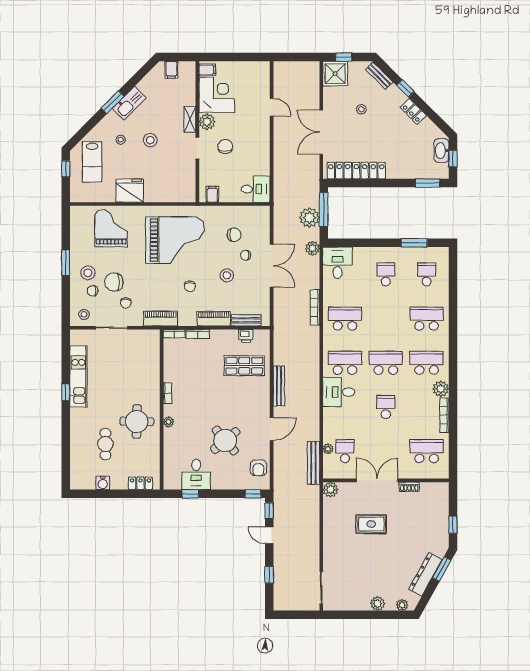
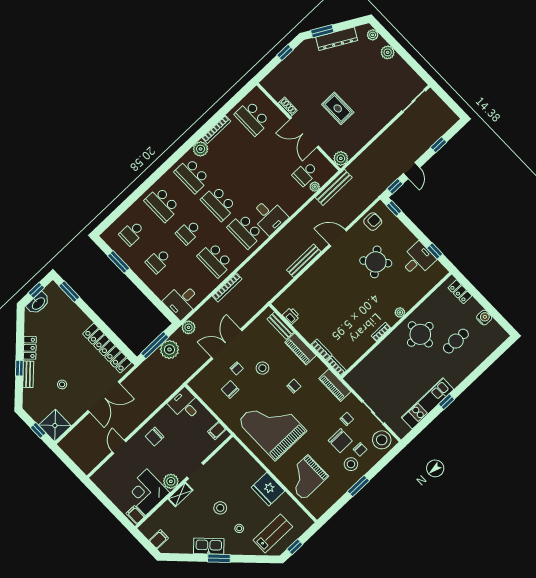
bench: (379, 76) -> (28, 374), moved
chair: (225, 146) -> (155, 437), moved
stool: (84, 314) -> (382, 440), width x1.89, depth x1.89
shop shelf: (244, 366) -> (313, 298), removed
school desk: (386, 407) -> (189, 232), moved

